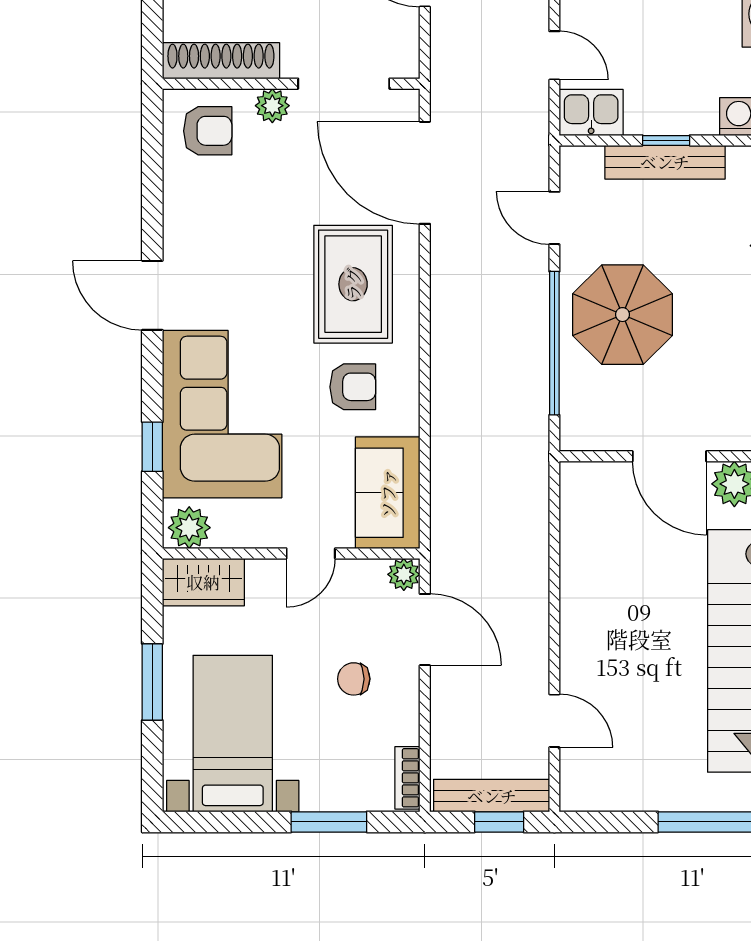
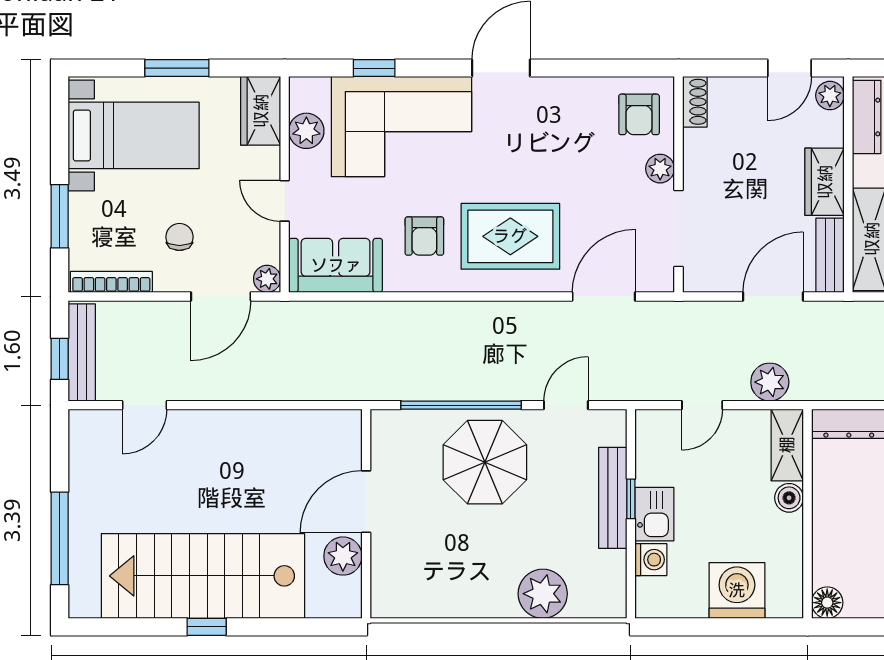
shoe rack: (221, 61) -> (695, 102), width x0.51, depth x0.81
kitchen sink: (591, 112) -> (654, 514), moved
door: (425, 173) -> (604, 296), width x0.73
plant: (189, 528) -> (306, 131), moved
bookcase: (407, 778) -> (111, 282), width x1.56

